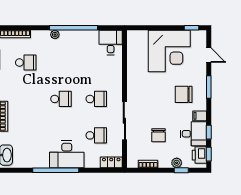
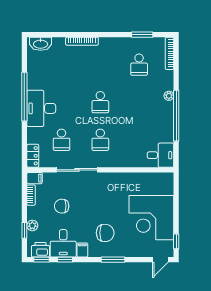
door: (209, 55) -> (160, 260), moved
chair: (184, 94) -> (105, 233), turned 90
filing cabinet: (132, 161) -> (35, 178), added

